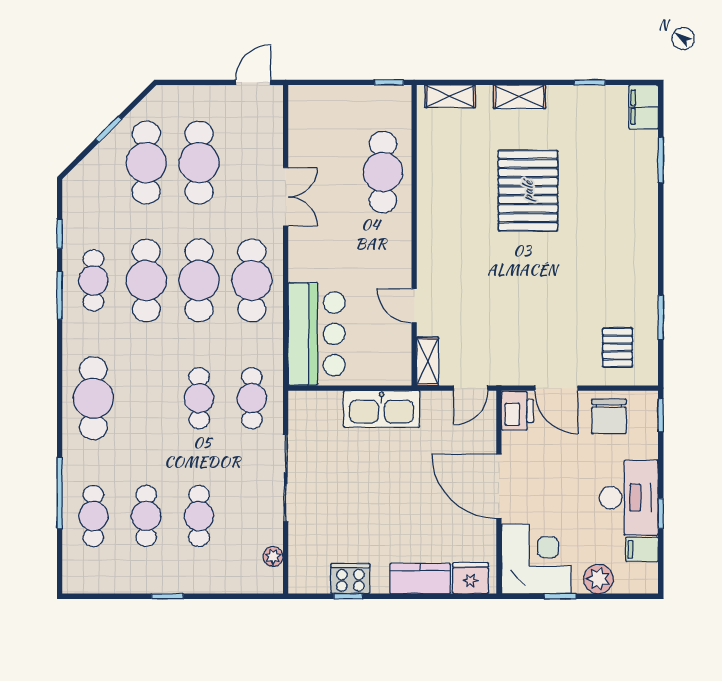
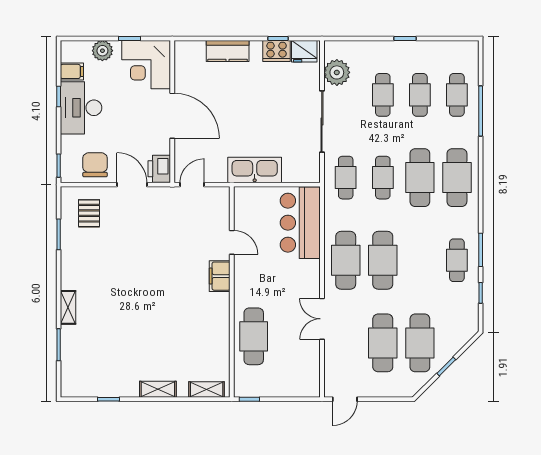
filing cabinet: (643, 107) -> (220, 276), moved, turned 180
pallet: (528, 191) -> (152, 323), removed
cafe table: (146, 280) -> (420, 178), moved
shelving: (428, 361) -> (68, 307), moved
plant: (273, 557) -> (337, 72), width x1.87, depth x1.87
fridge: (470, 578) -> (304, 51), moved

